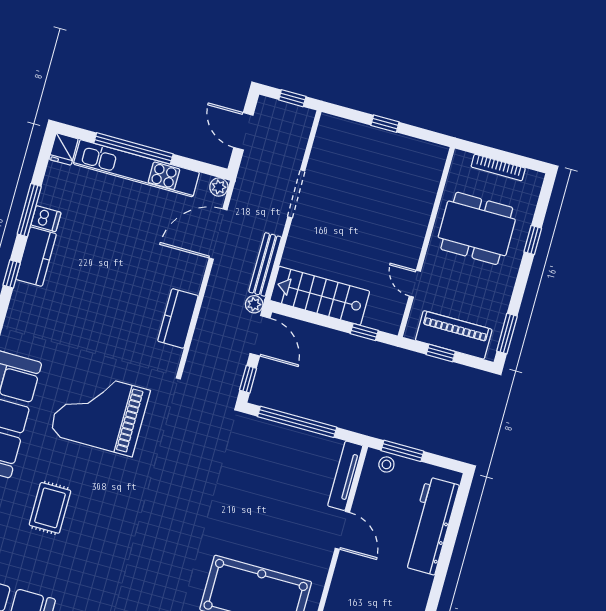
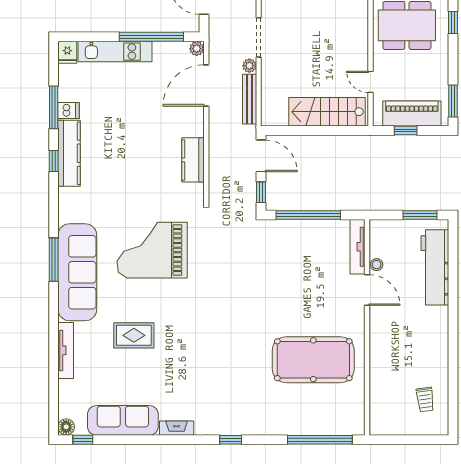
window: (134, 148) -> (151, 37), moved
kitchen unit: (136, 168) -> (115, 52), width x0.73
kitchen counter: (36, 257) -> (69, 153), width x1.50
stairs: (320, 296) -> (327, 112), moved
plant: (254, 304) -> (249, 66), moved
window: (364, 332) -> (341, 130), removed
window: (402, 451) -> (420, 215), moved
stool: (386, 464) -> (377, 265), moved
rug: (50, 508) -> (134, 335), turned 90

